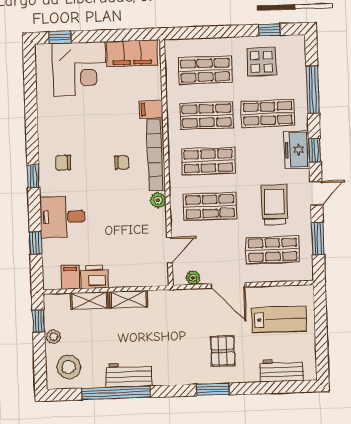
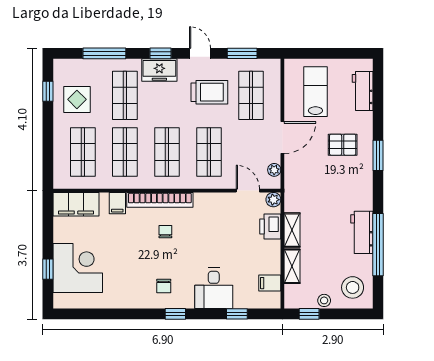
window: (60, 37) -> (48, 269), moved
filing cabinet: (132, 53) -> (76, 204), moved, turned 90
plant: (158, 200) -> (273, 200), moved
trolley: (274, 205) -> (209, 92), turned 180
printer: (94, 277) -> (270, 226), moved

